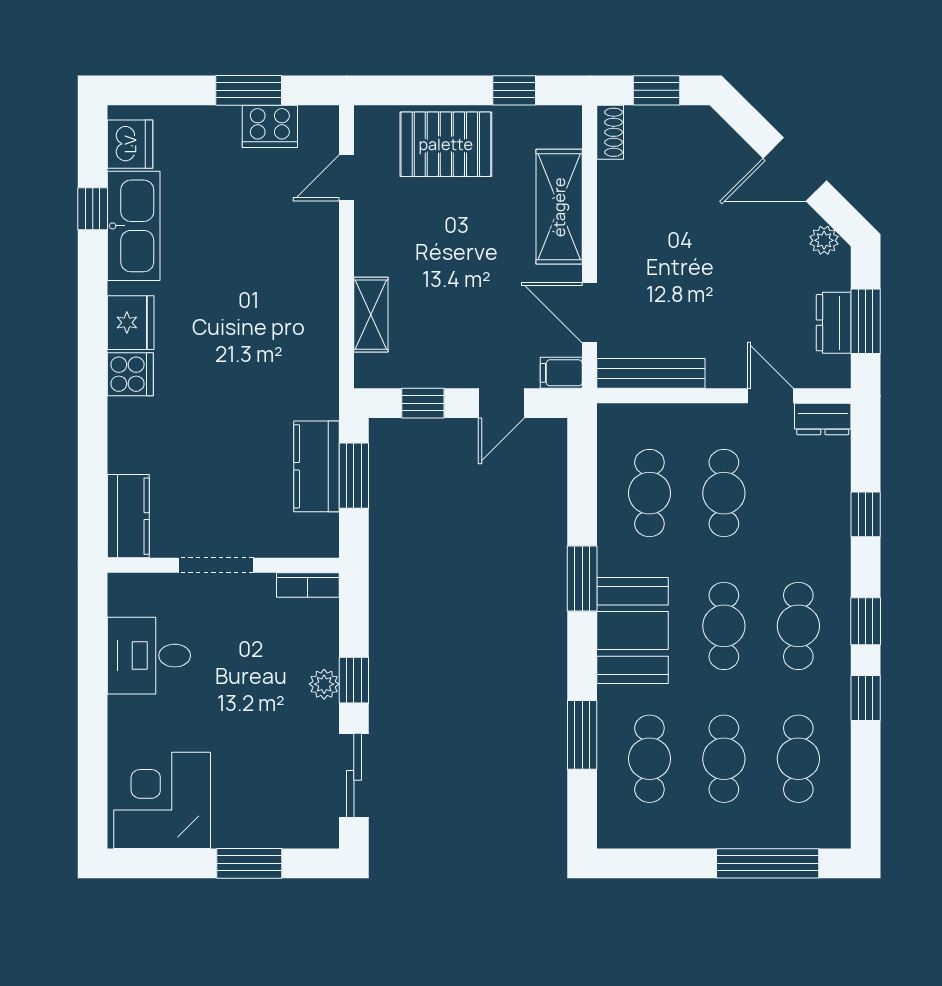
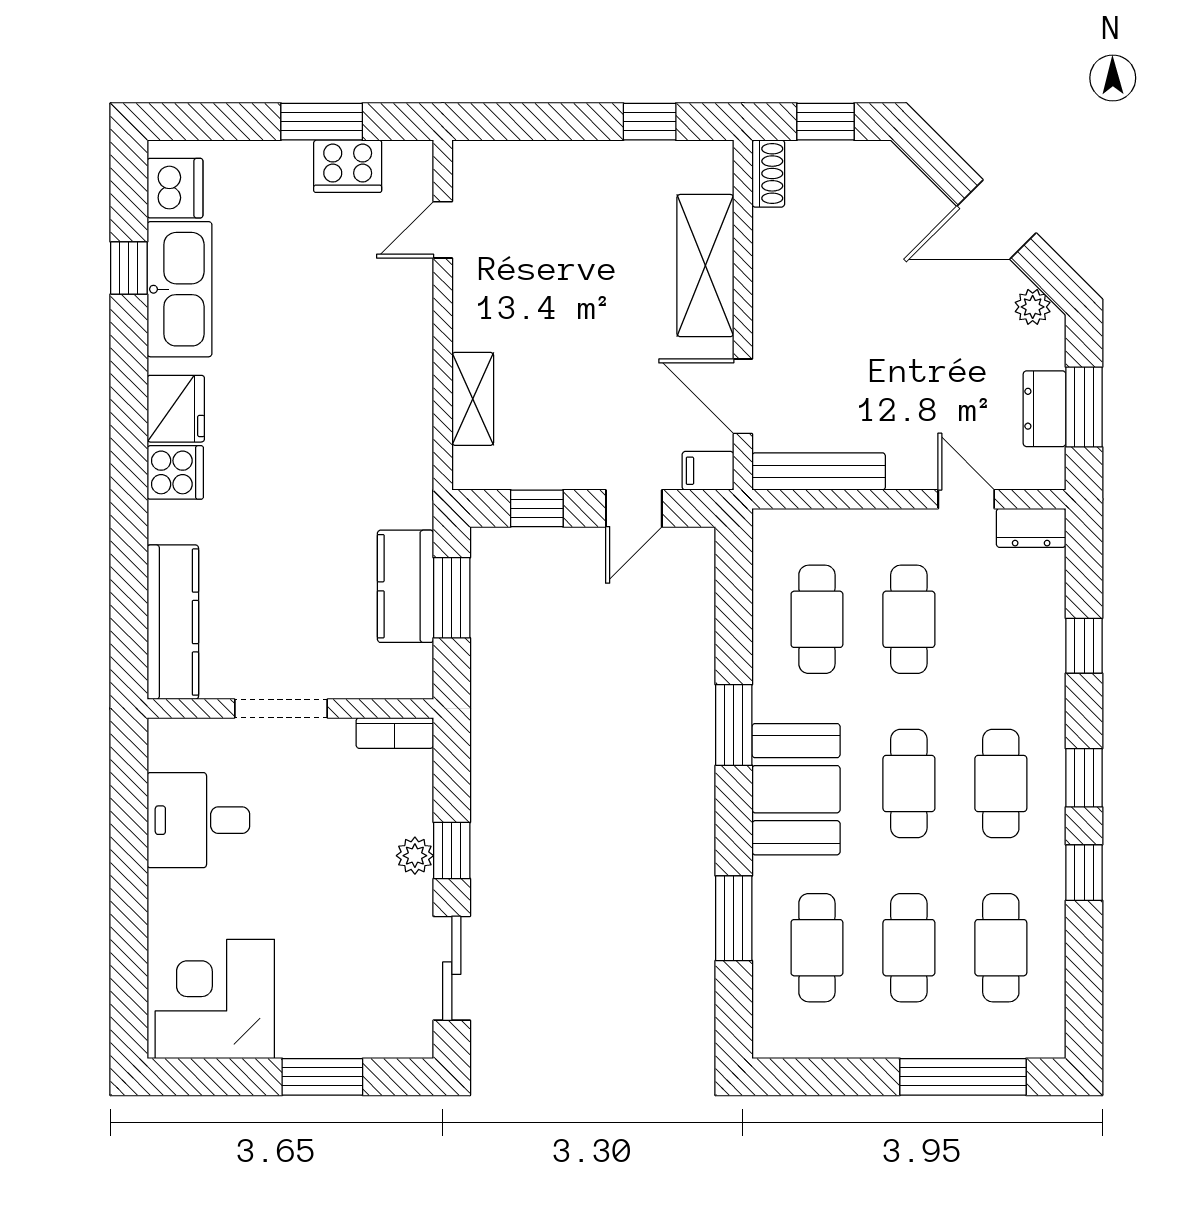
pallet: (446, 144) -> (565, 188), removed
kitchen counter: (128, 516) -> (173, 622), width x1.50

